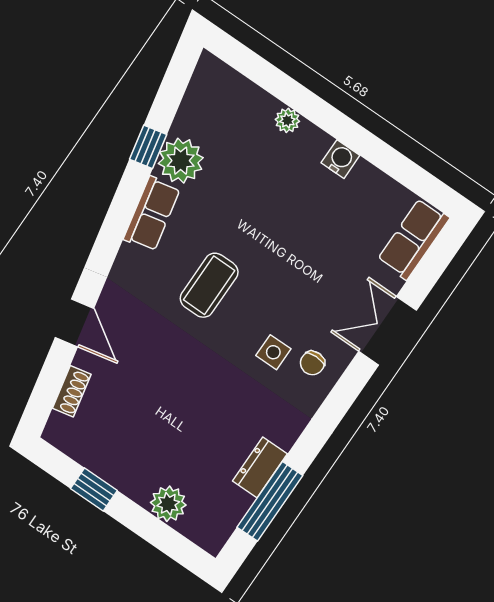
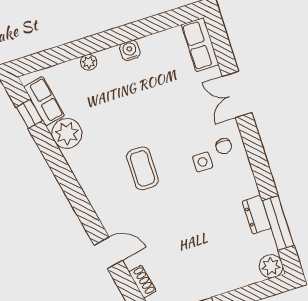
window: (148, 147) -> (29, 114), moved
row of seats: (152, 214) -> (44, 101), moved
plant: (168, 504) -> (271, 266), moved

